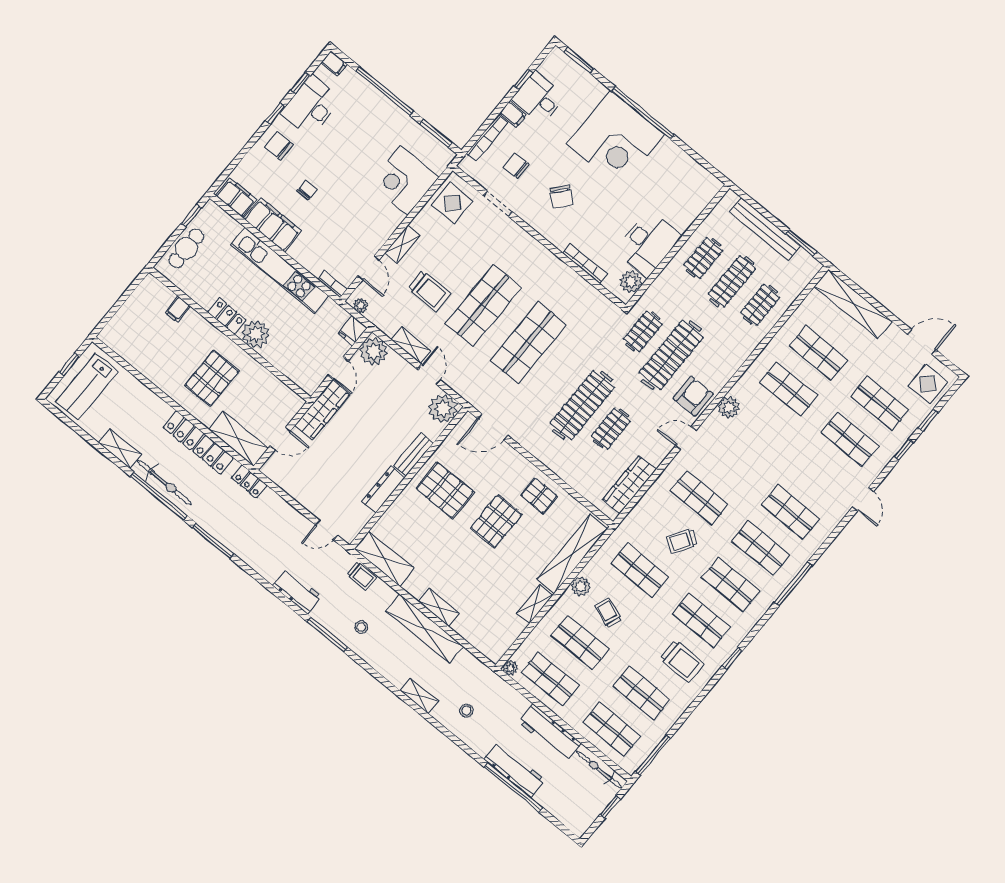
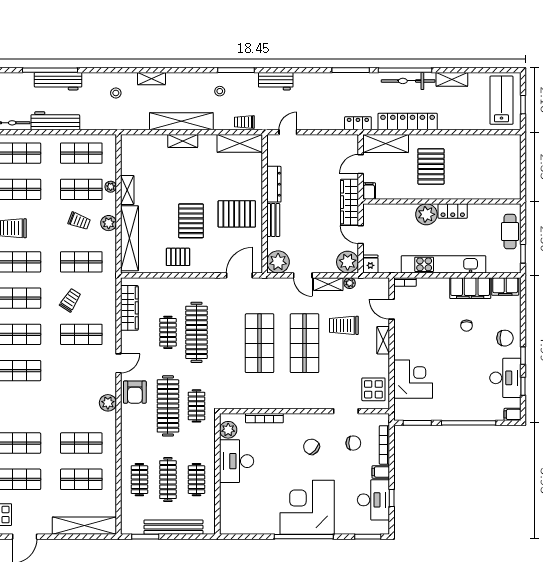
desk: (539, 98) -> (373, 500), width x1.37
plant: (361, 305) -> (350, 283), moved
filing cabinet: (178, 309) -> (369, 191), moved
plant: (510, 668) -> (111, 187), moved

